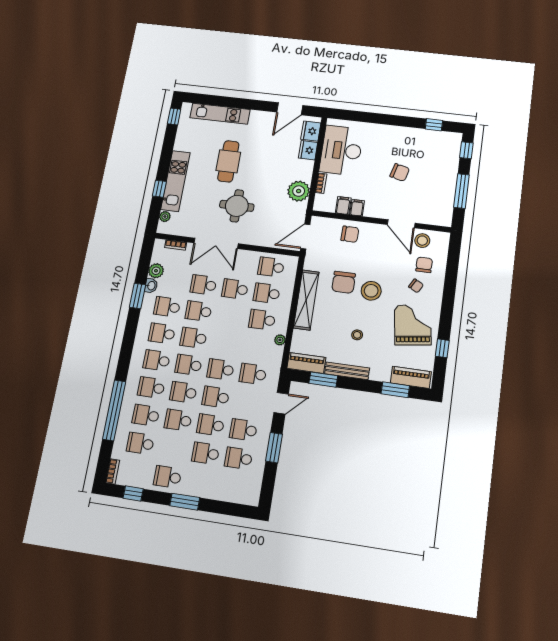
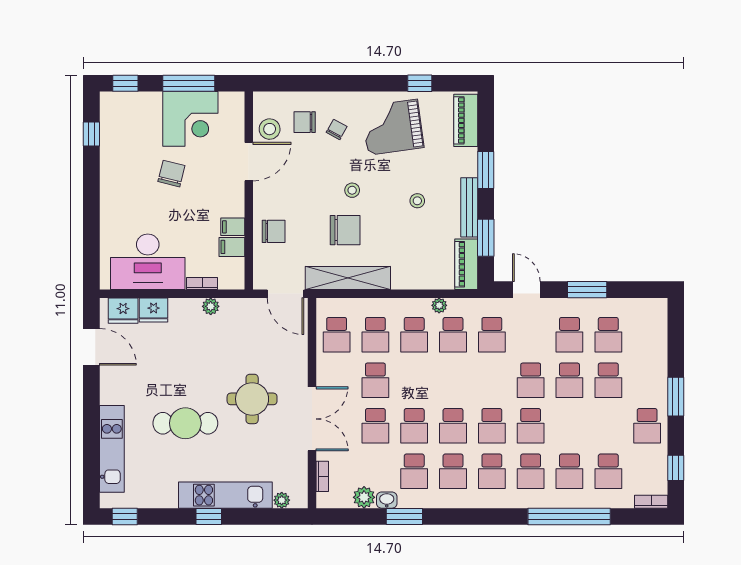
window: (159, 189) -> (209, 516), moved
corner desk: (436, 189) -> (190, 119), added
plant: (299, 191) -> (211, 306), width x0.53, depth x0.53
chair: (350, 234) -> (274, 231), turned 89
stool: (371, 291) -> (352, 190), width x0.53, depth x0.53
shelving: (306, 300) -> (348, 278), moved
school desk: (221, 369) -> (453, 335), moved
window: (395, 390) -> (486, 170), moved
school desk: (178, 420) -> (569, 426), removed

